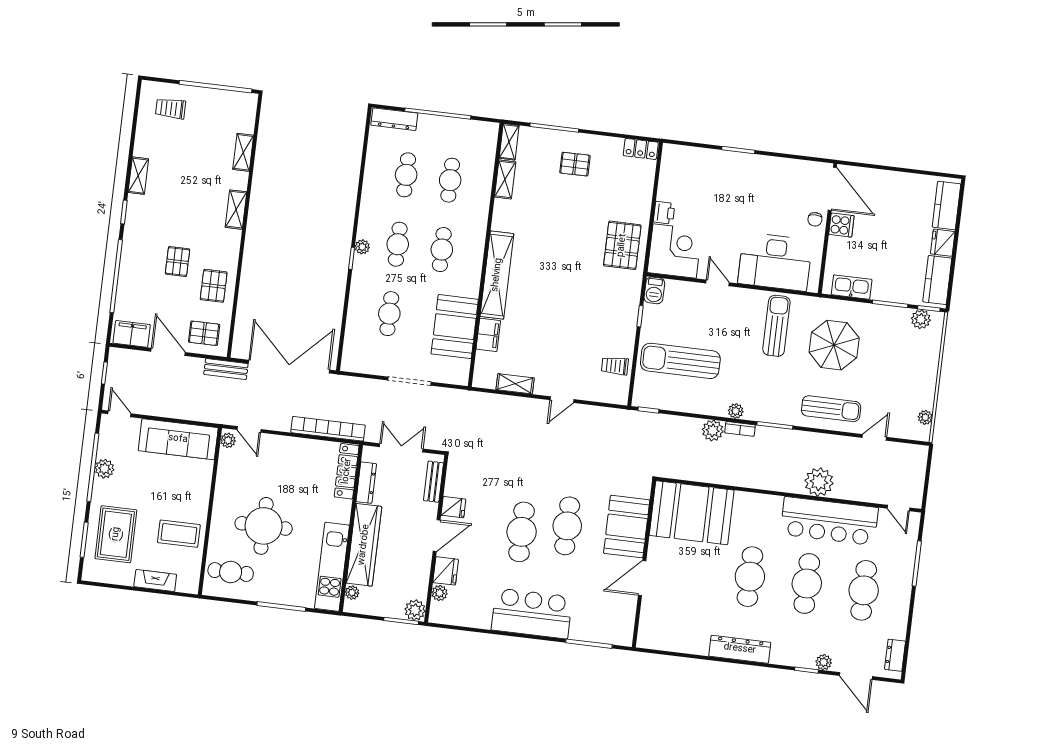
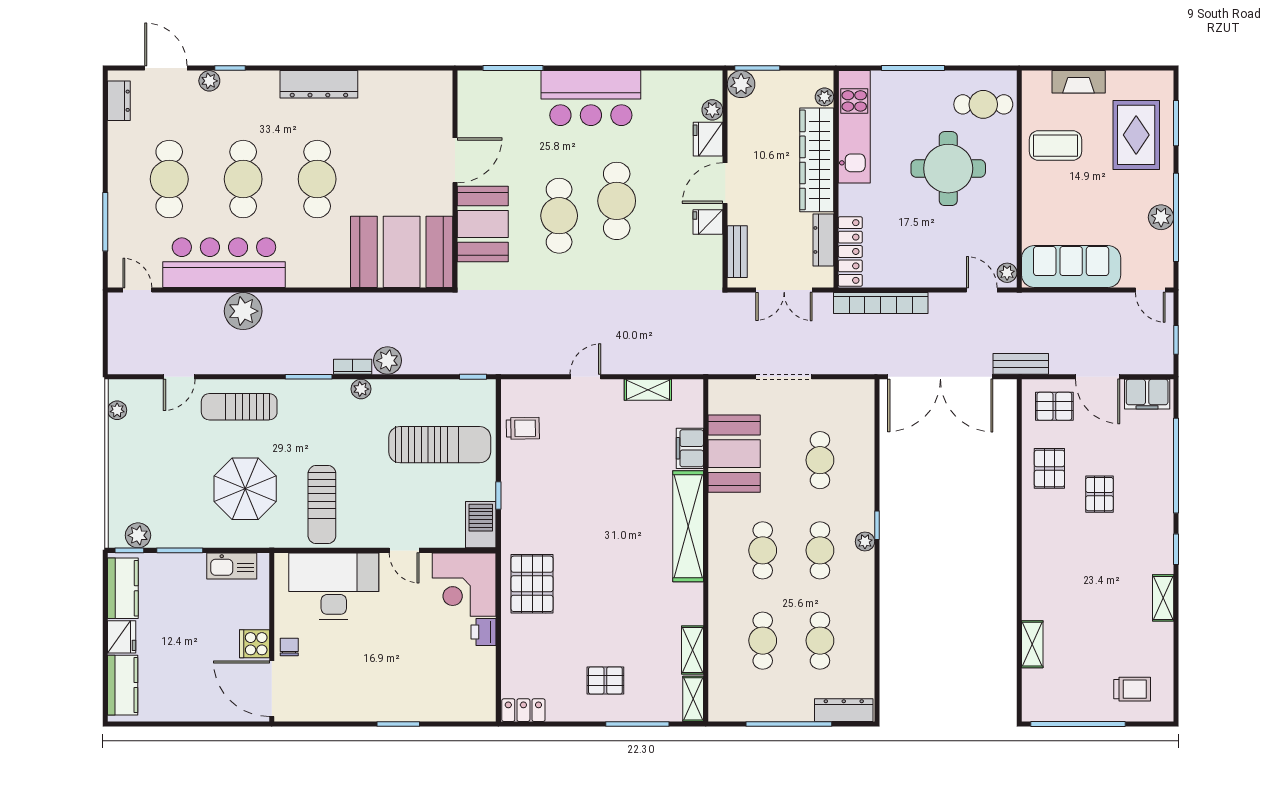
shelving: (236, 210) -> (1033, 570), removed
barbecue: (654, 290) -> (481, 525), width x1.38, depth x1.27

